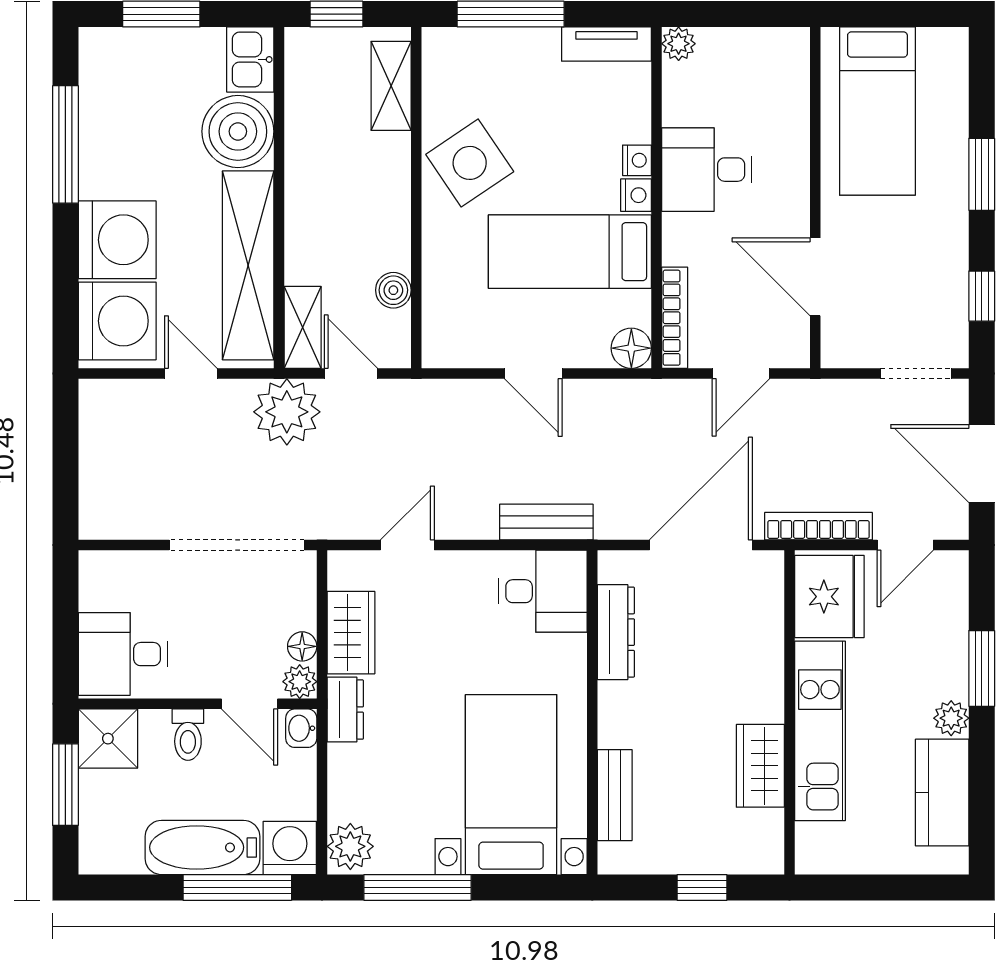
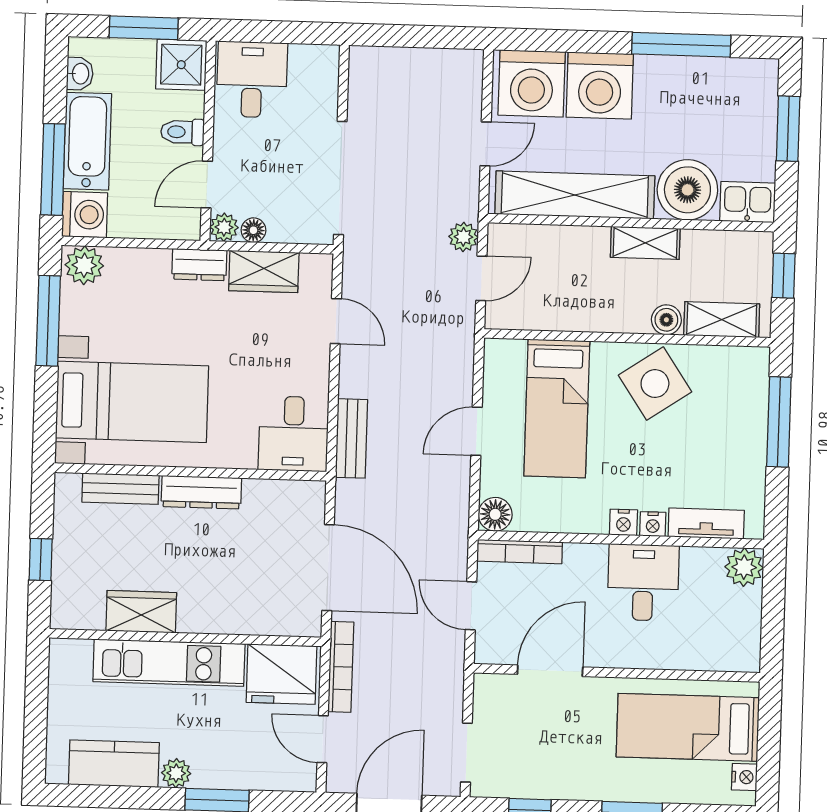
nightstand: (935, 42) -> (744, 777), added
tv unit: (606, 44) -> (706, 523), moved, turned 90
plant: (679, 44) -> (744, 567), width x1.38, depth x1.38
bed: (570, 252) -> (557, 408), moved, turned 180
boiler: (393, 290) -> (666, 320), moved
shelving: (303, 327) -> (645, 243), moved
plant: (287, 412) -> (463, 237), width x0.53, depth x0.53
dresser: (616, 632) -> (201, 492), moved
washbasin: (301, 728) -> (80, 74), moved, turned 90

